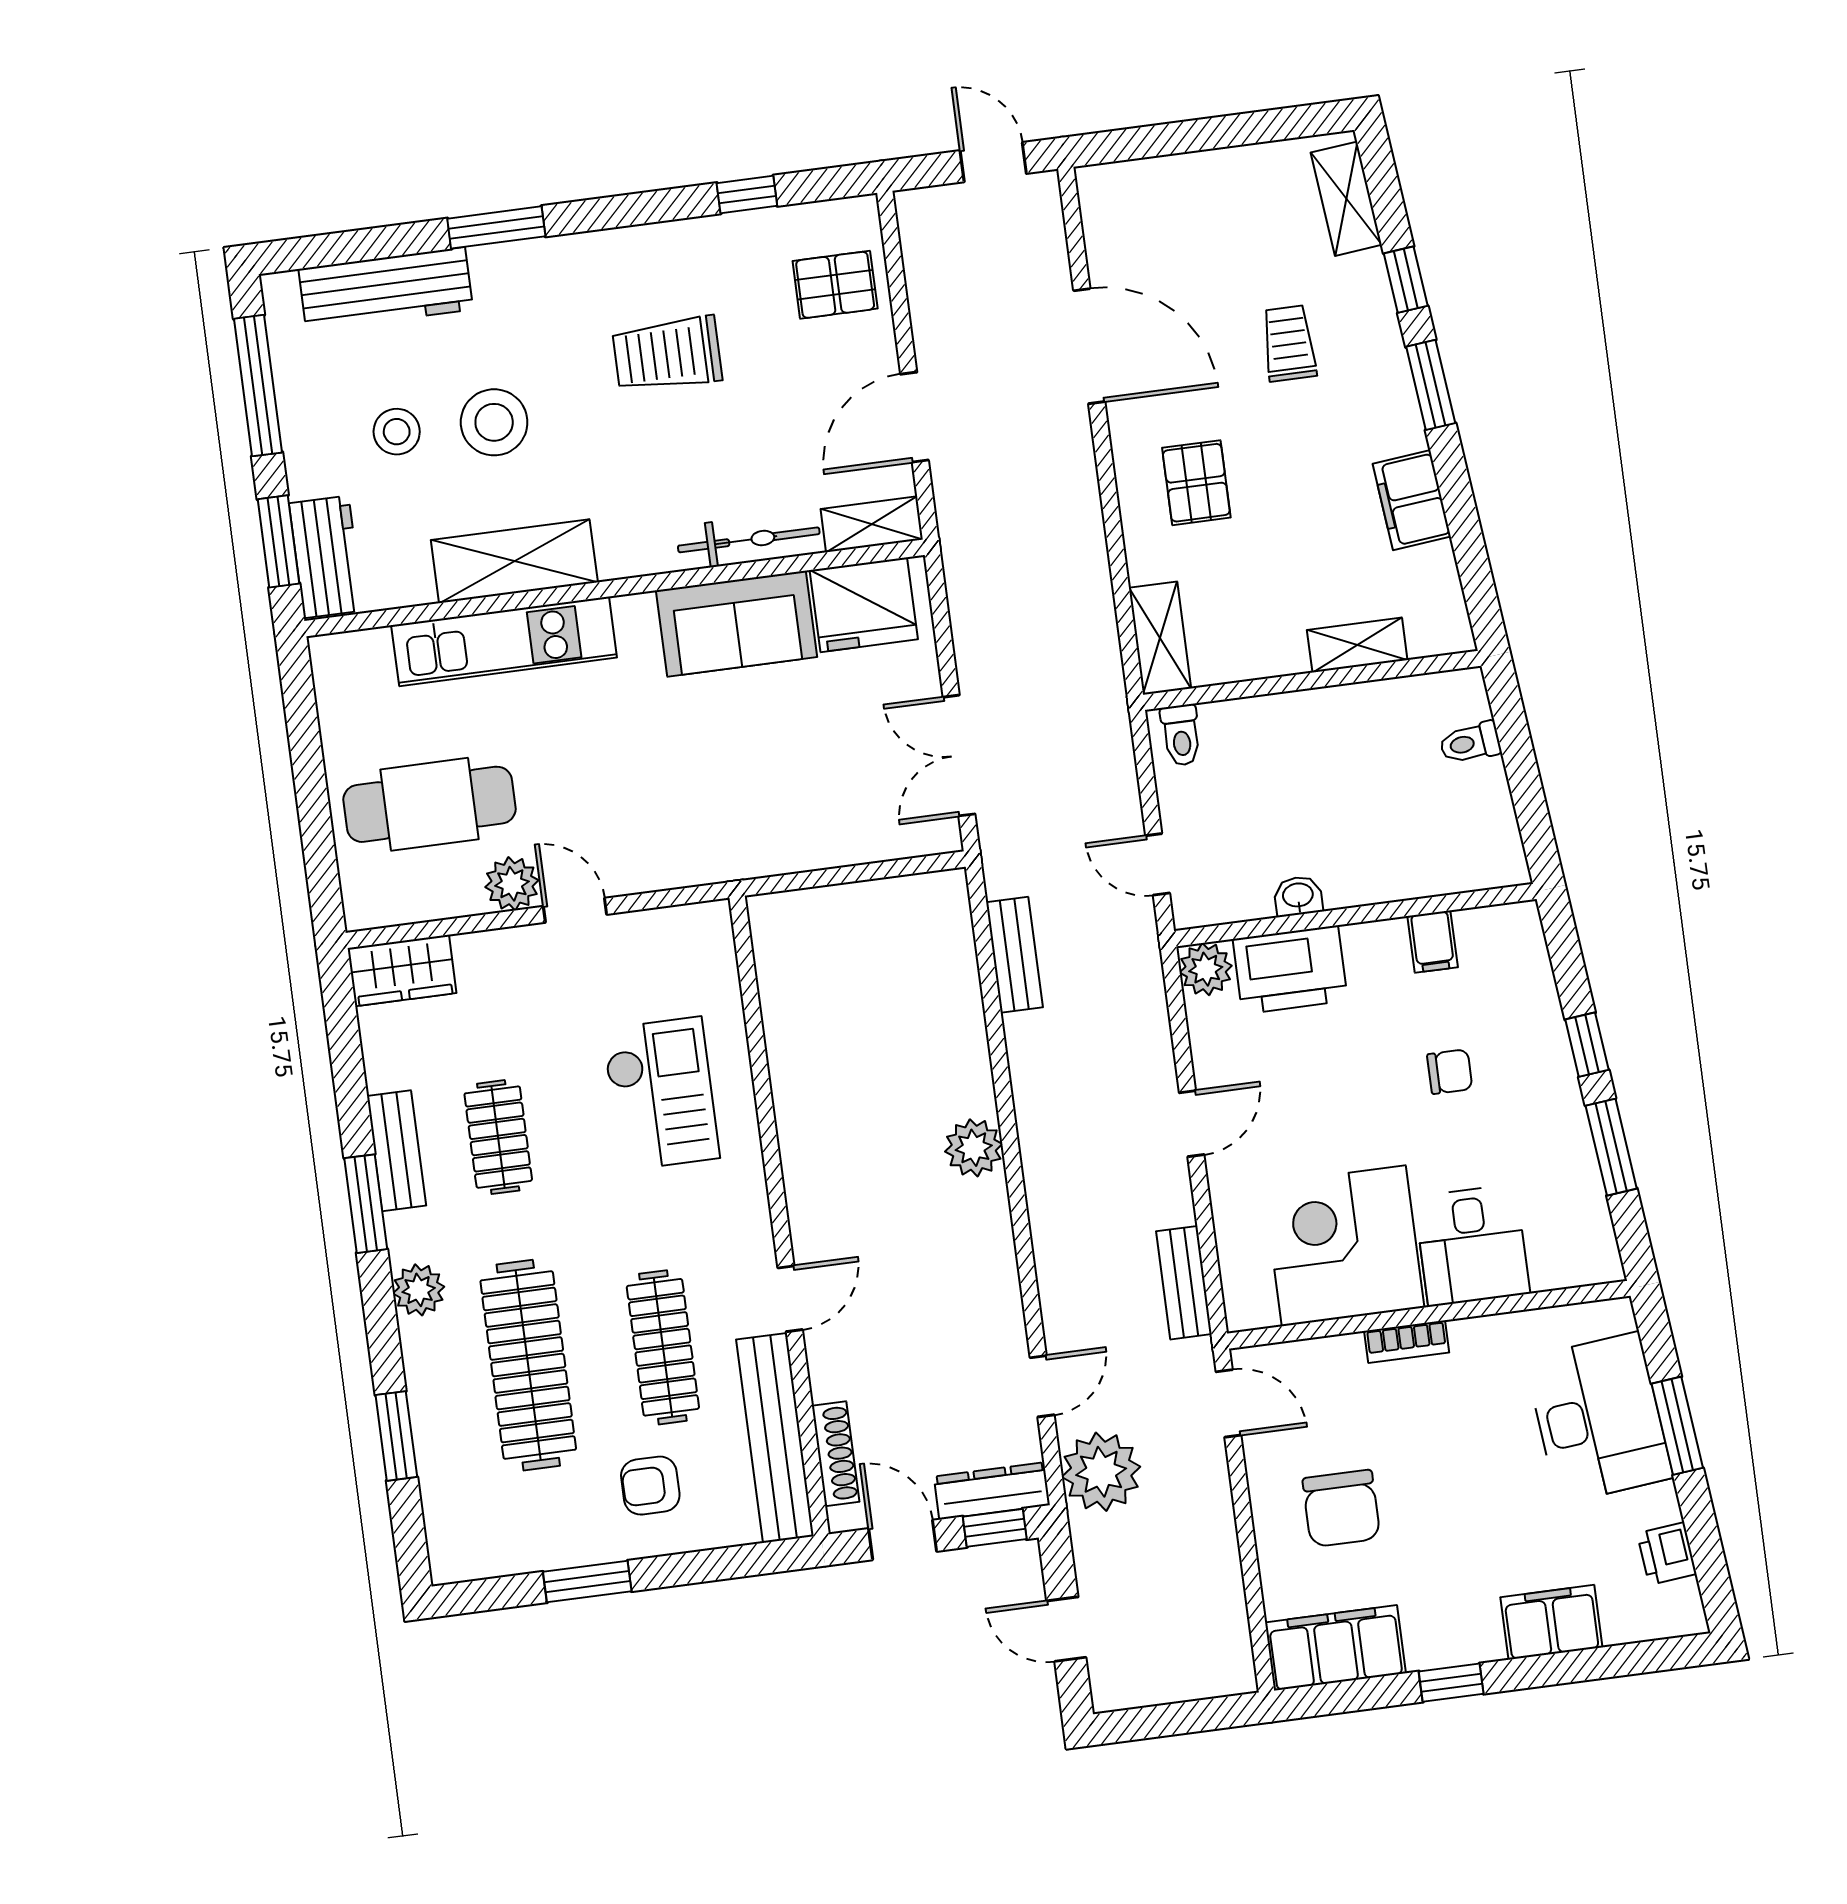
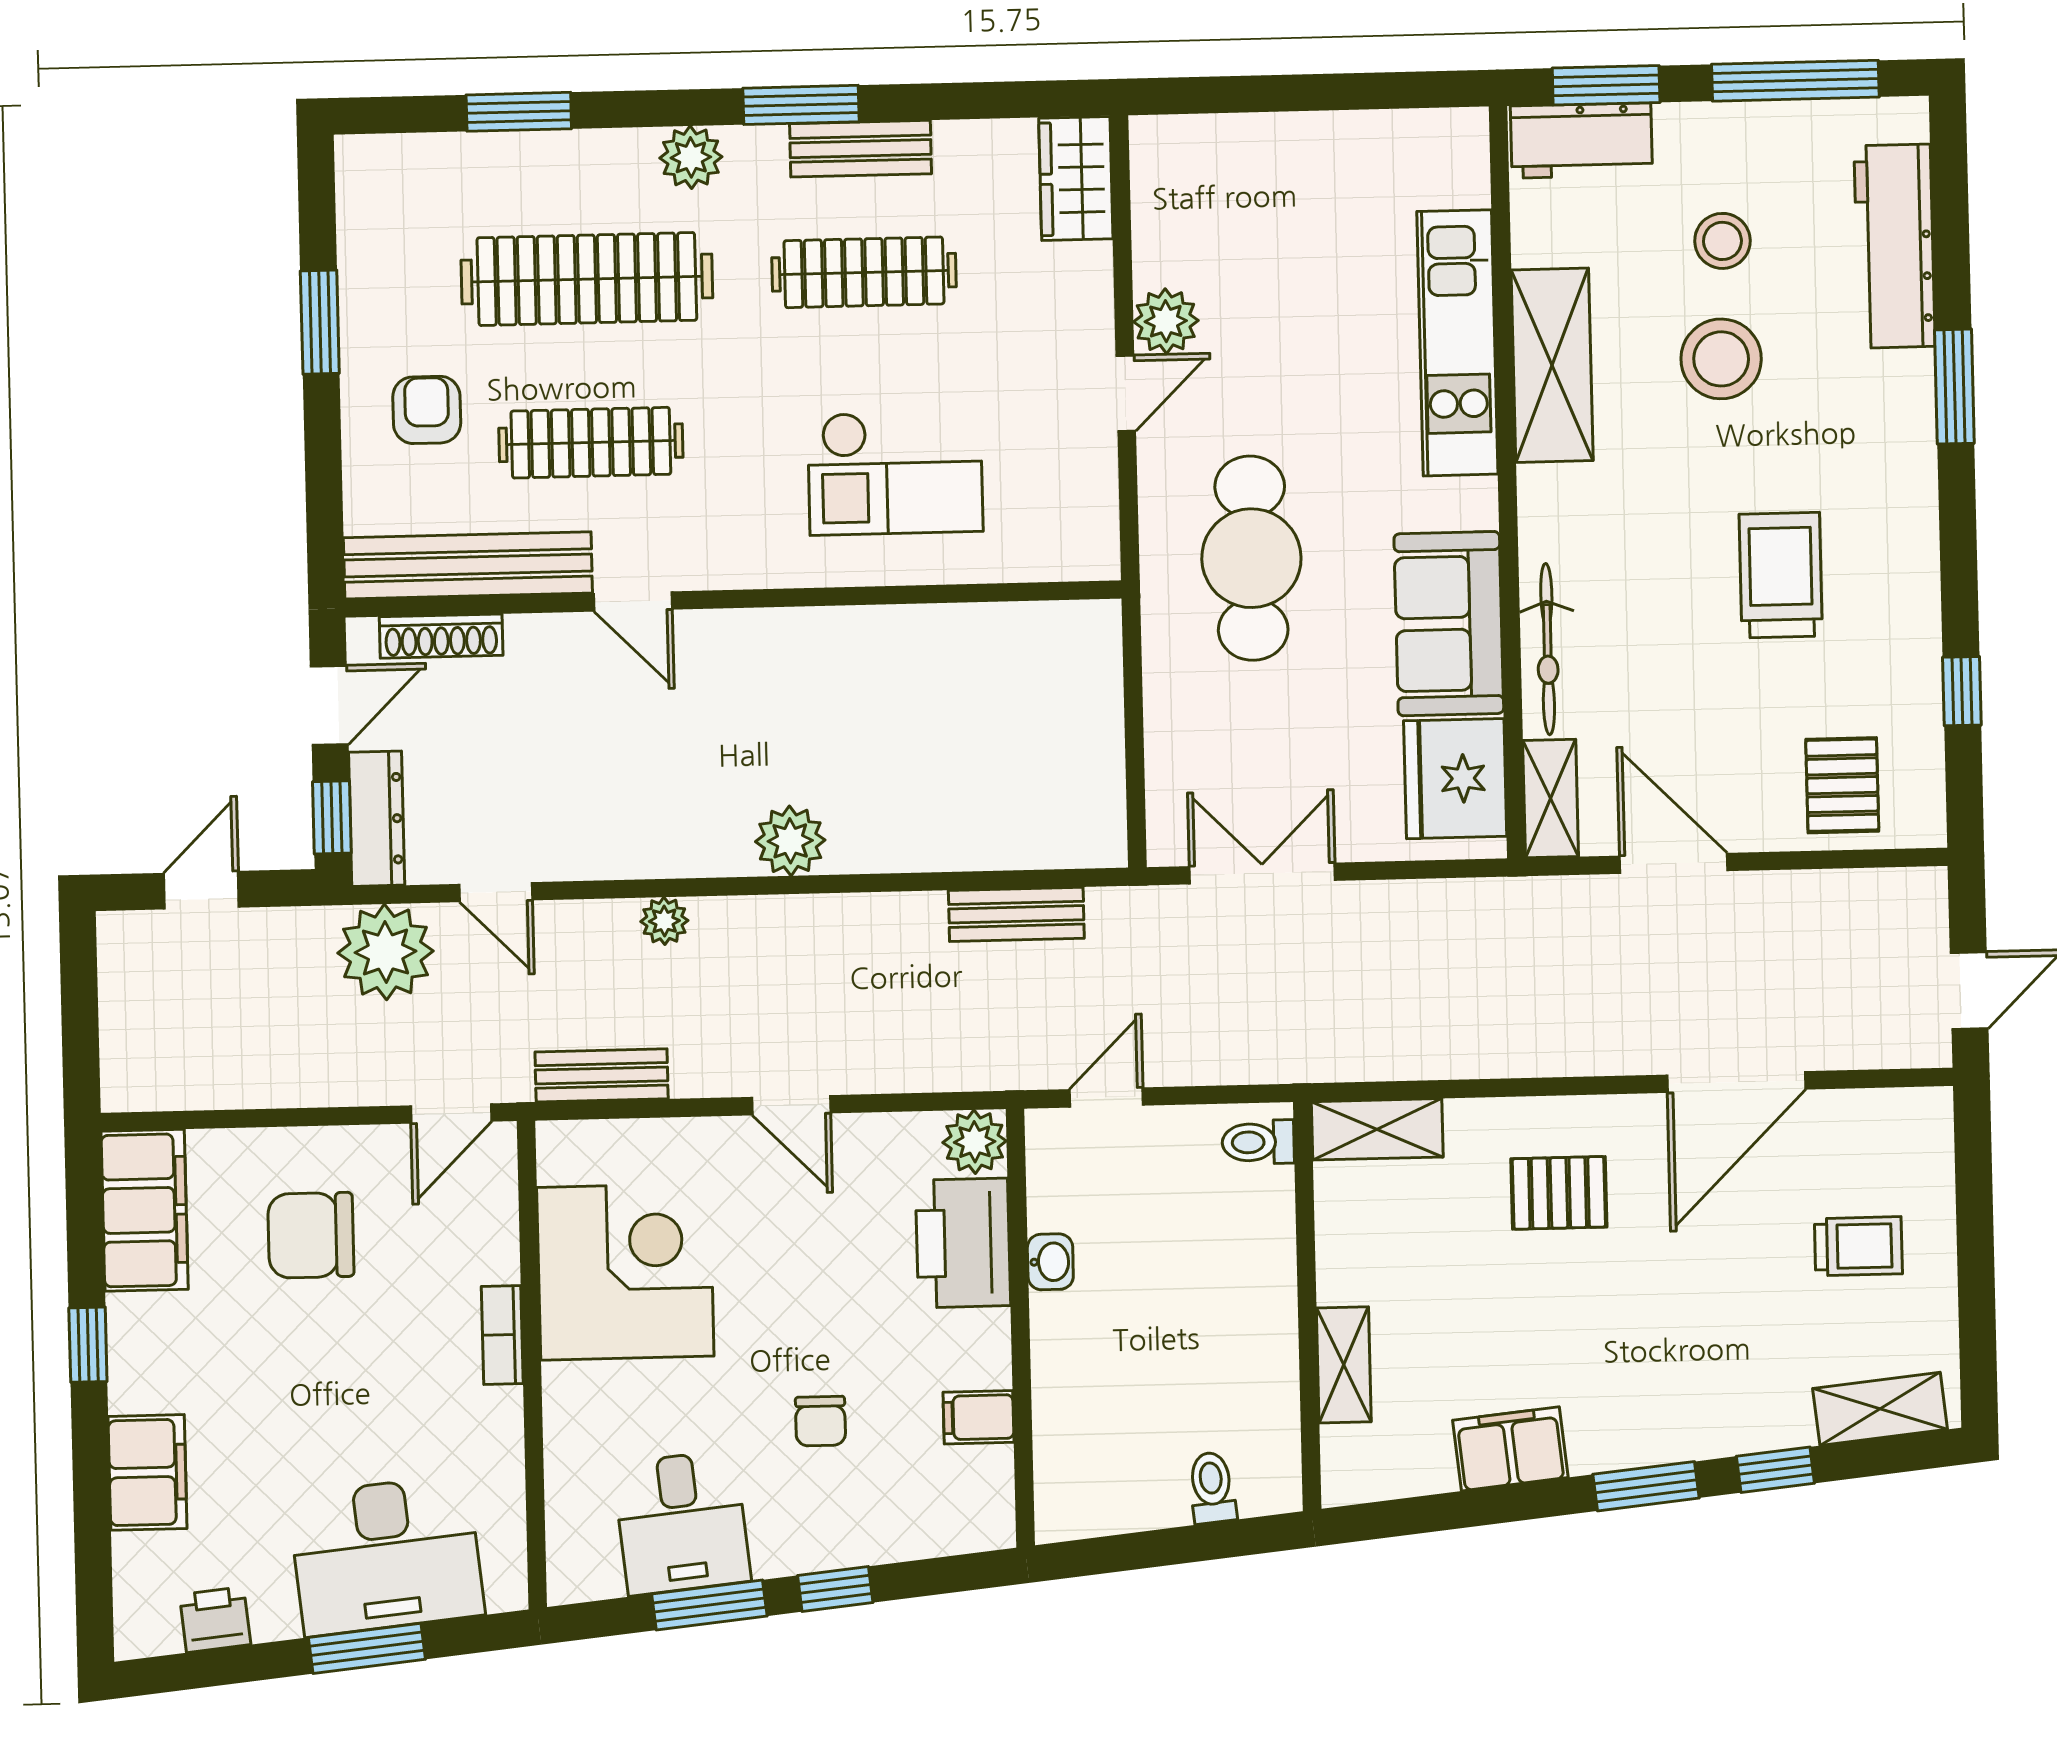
trolley: (1289, 343) -> (1858, 1246), moved
cafe table: (429, 804) -> (1251, 558), moved
clothes rail: (498, 1137) -> (864, 272), width x1.36
plant: (1051, 1244) -> (664, 921), added
desk: (1472, 1245) -> (682, 1523), moved, turned -96

